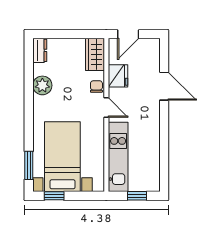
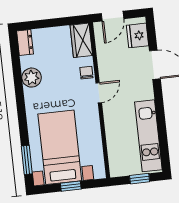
fridge: (118, 76) -> (137, 35), moved, turned 180
door: (106, 108) -> (99, 93), hinge flipped
kitchen unit: (118, 157) -> (148, 136), moved, turned 180
window: (54, 196) -> (71, 186), moved

